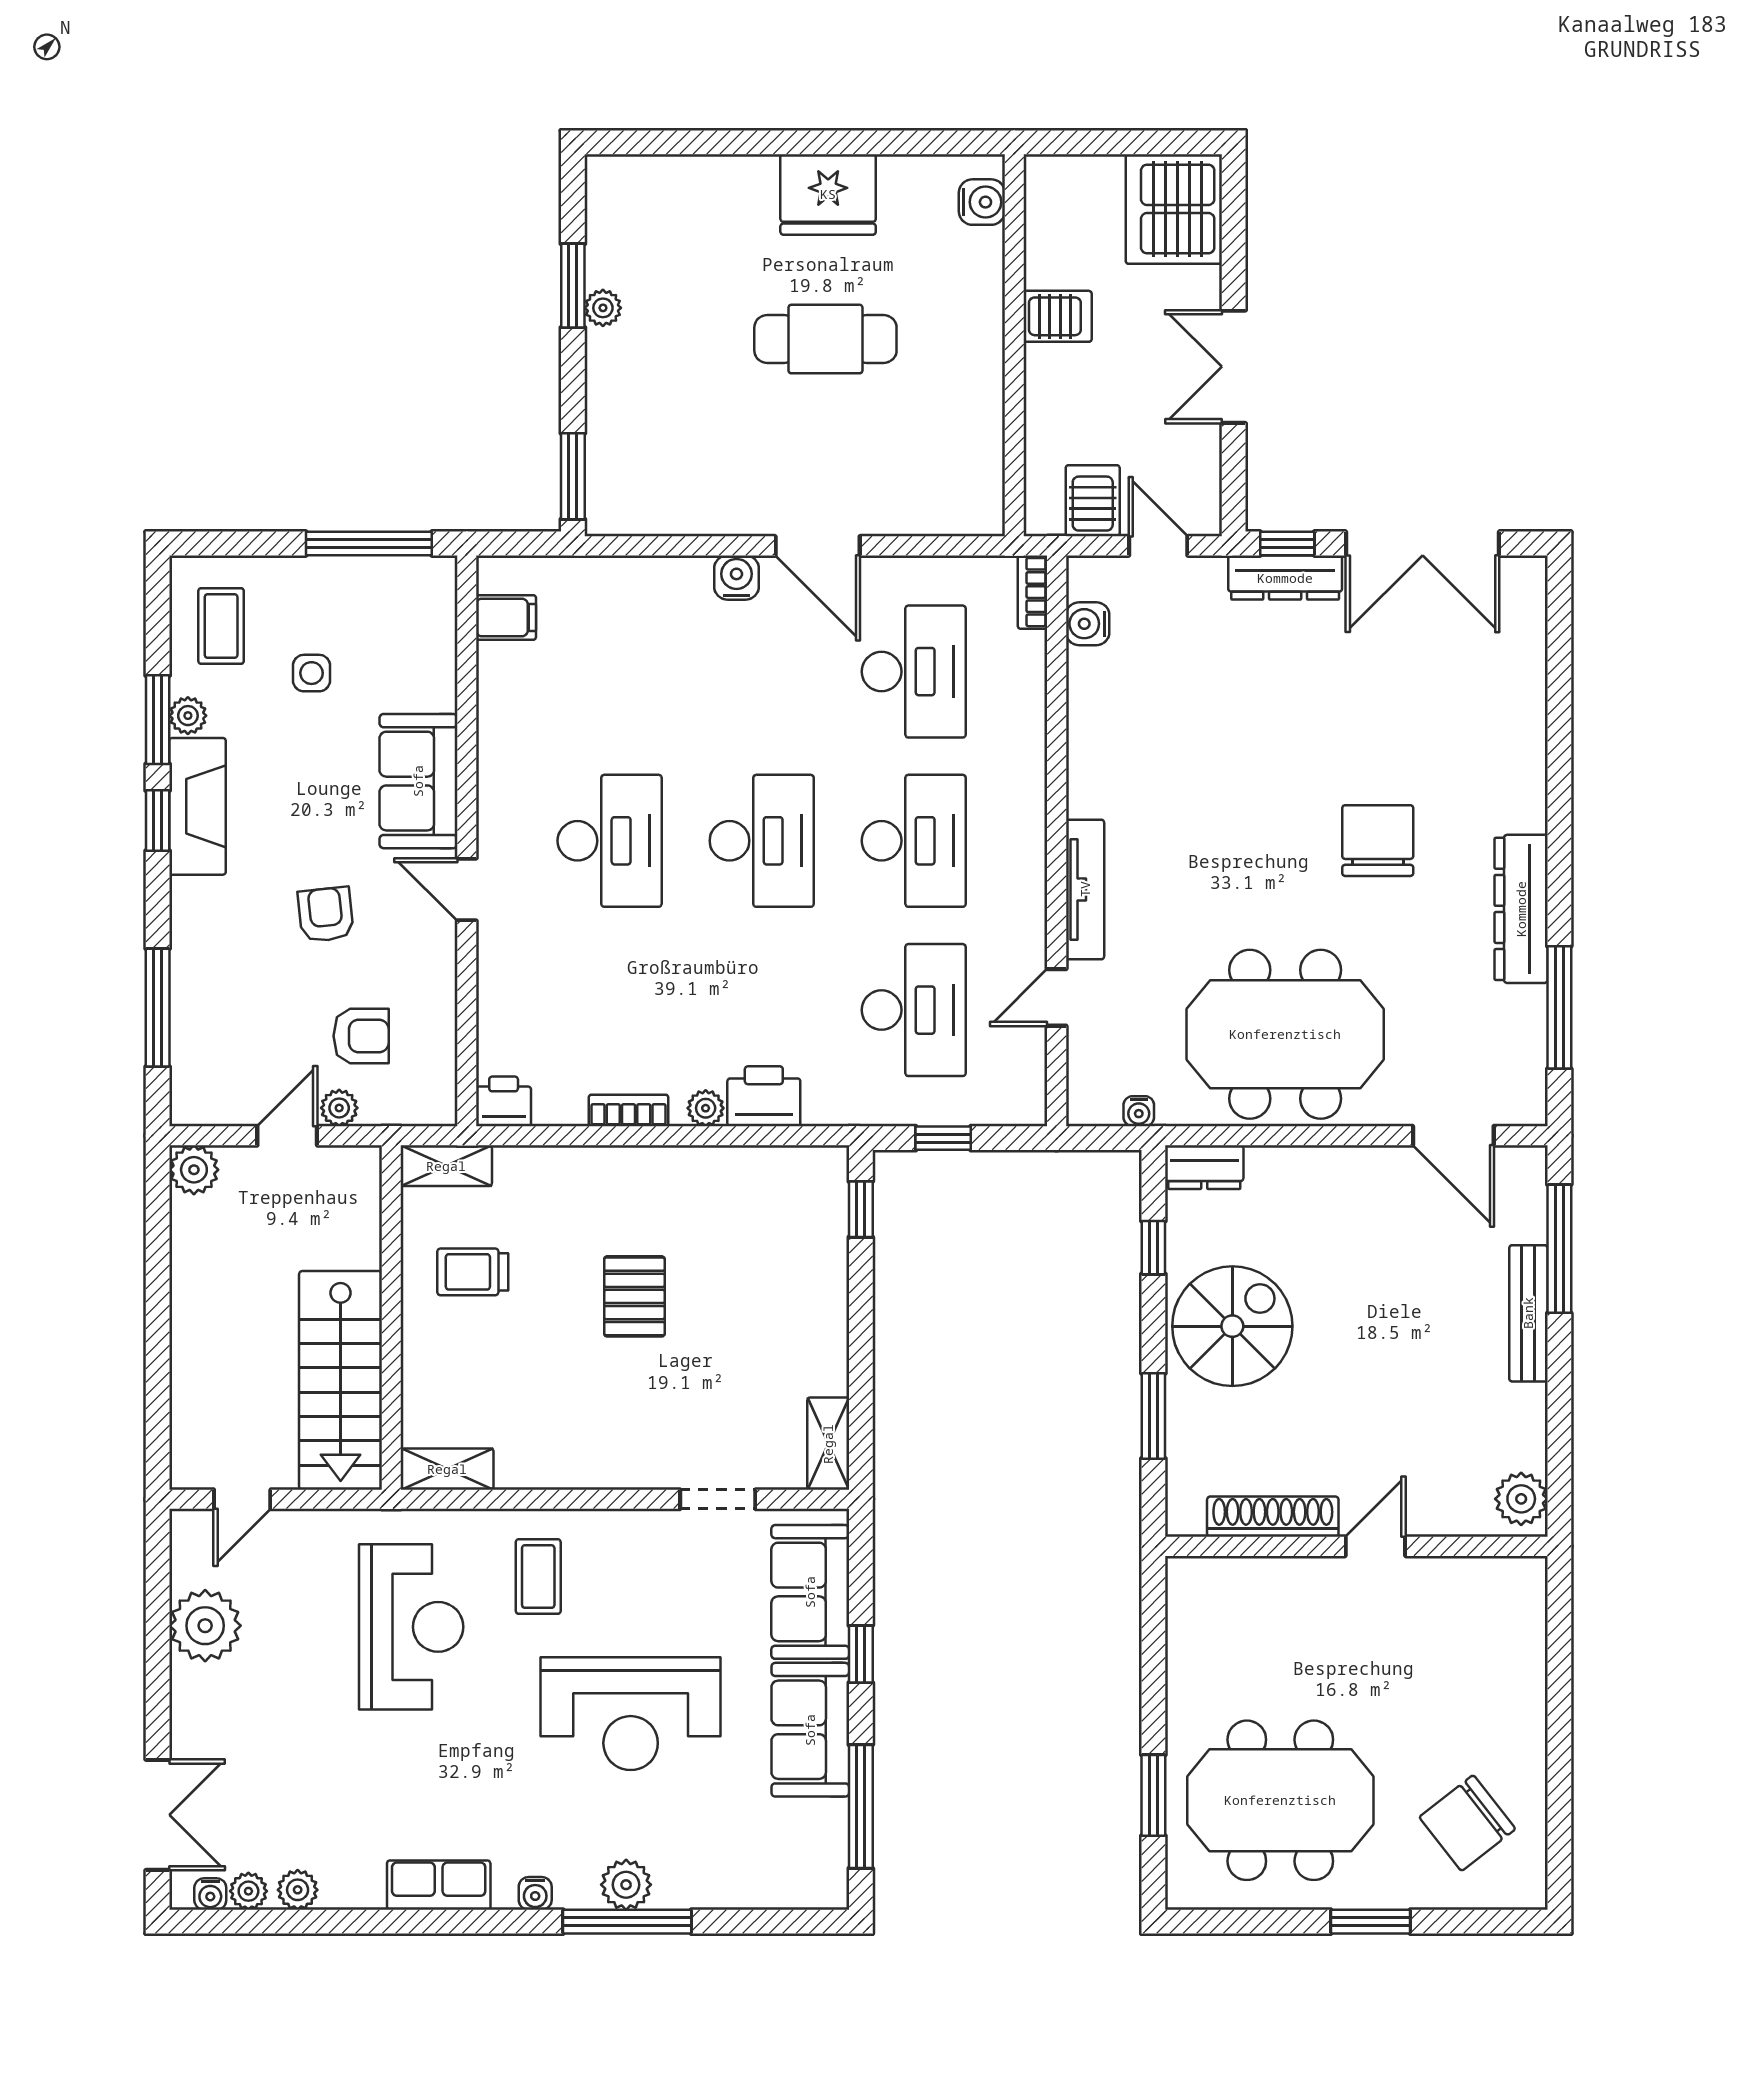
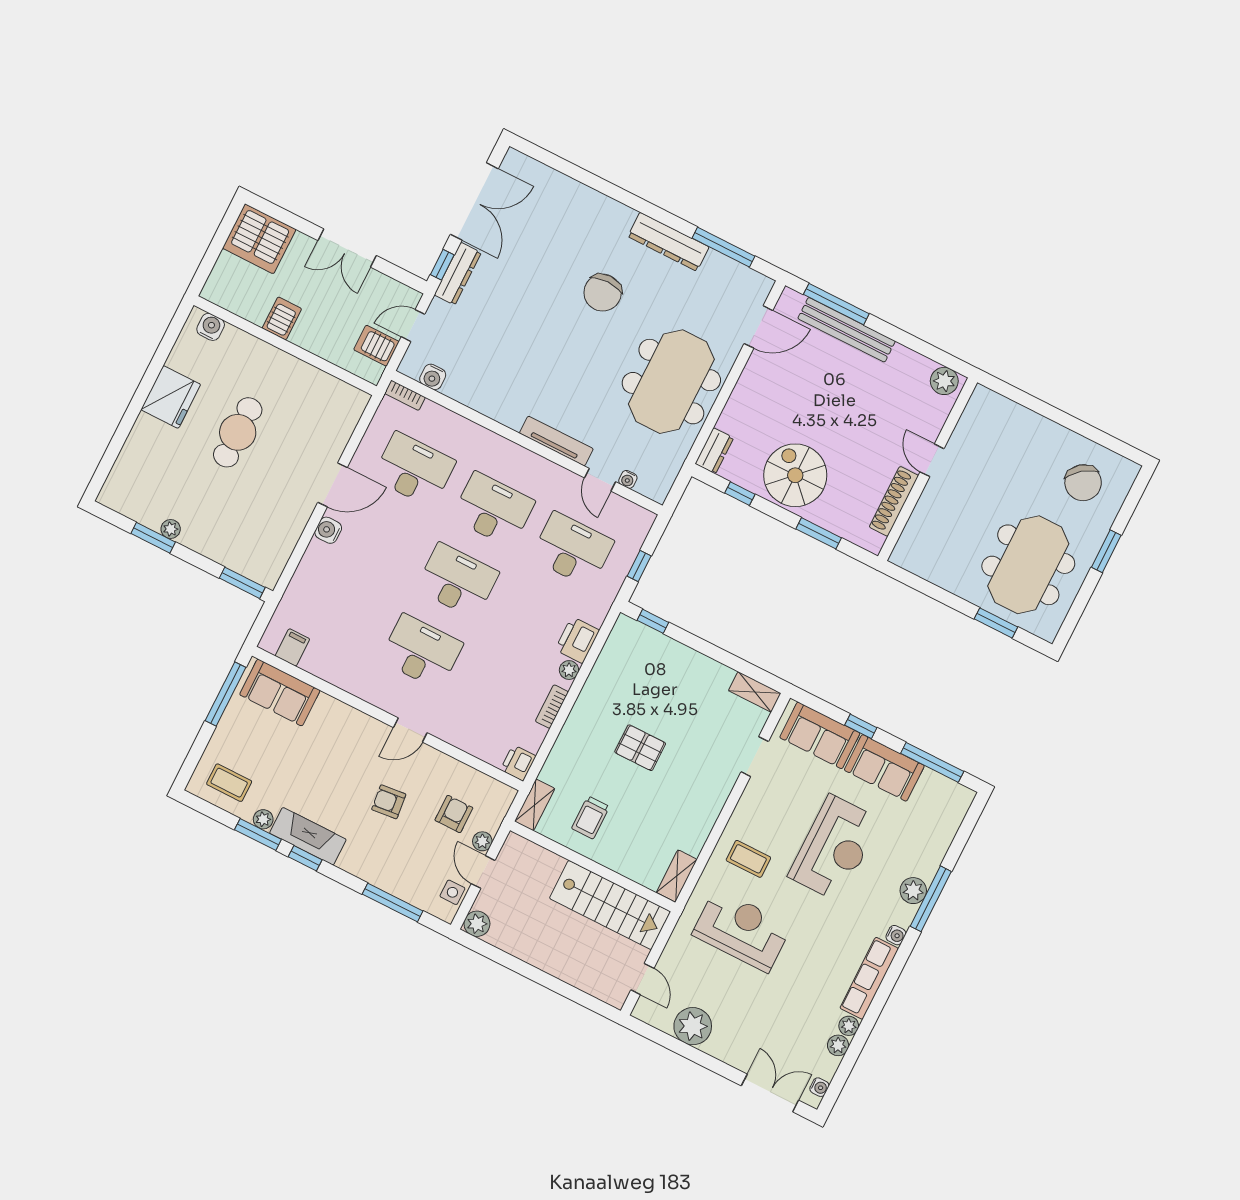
side table: (312, 673) -> (452, 892), moved
sofa: (418, 781) -> (280, 692), moved
chair: (1378, 841) -> (603, 293), turned -90
water cooler: (1139, 1111) -> (628, 479), moved, turned 90
bench: (1528, 1313) -> (847, 330), width x1.37, depth x1.21
row of seats: (439, 1885) -> (869, 978), width x1.48
plant: (248, 1891) -> (849, 1026), moved

